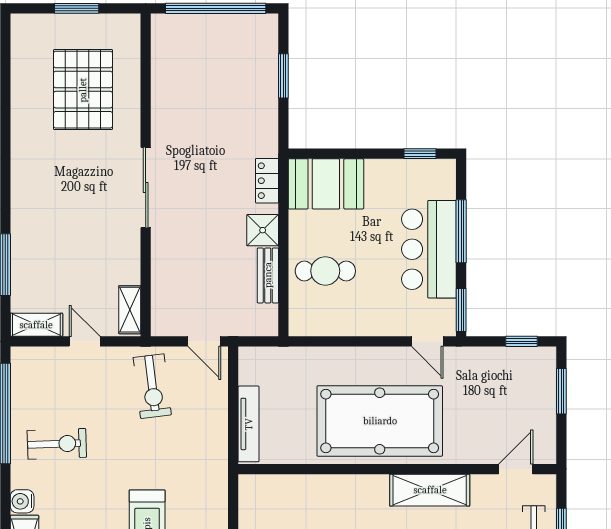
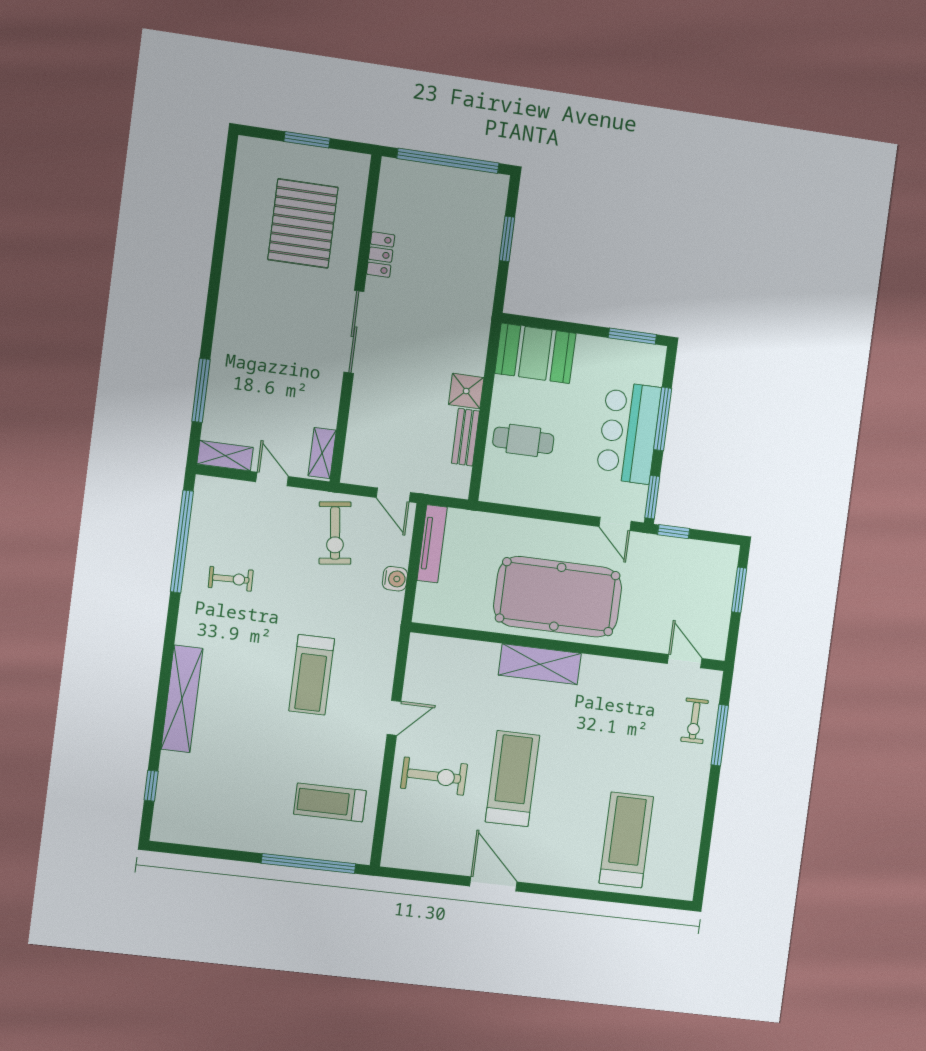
window: (420, 154) -> (632, 336), width x1.50
locker: (267, 181) -> (381, 255), moved, turned 180
window: (521, 341) -> (674, 532), moved
tv unit: (249, 424) -> (432, 544), moved
exercise bike: (57, 444) -> (231, 579), width x0.73, depth x0.72
door: (516, 469) -> (685, 661), hinge flipped
shelving: (430, 490) -> (540, 664), moved
water cooler: (22, 501) -> (395, 579), moved, turned 180

